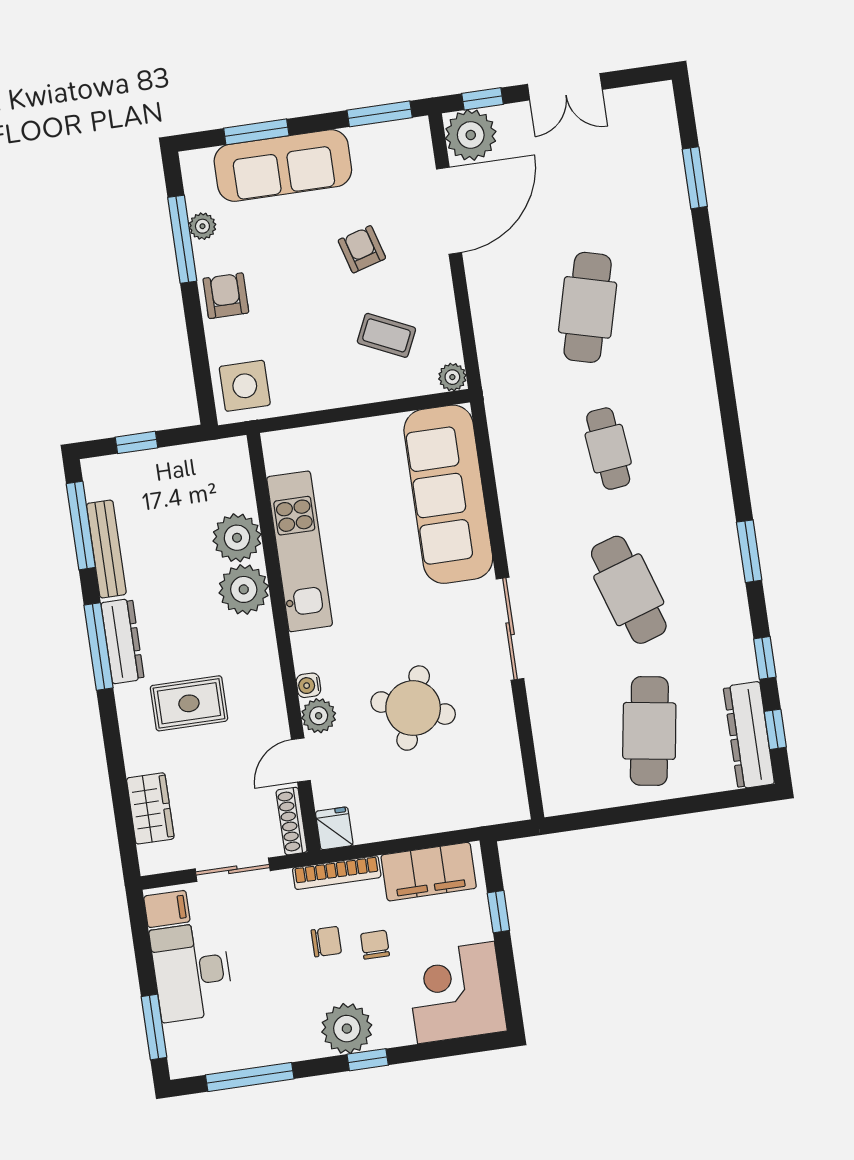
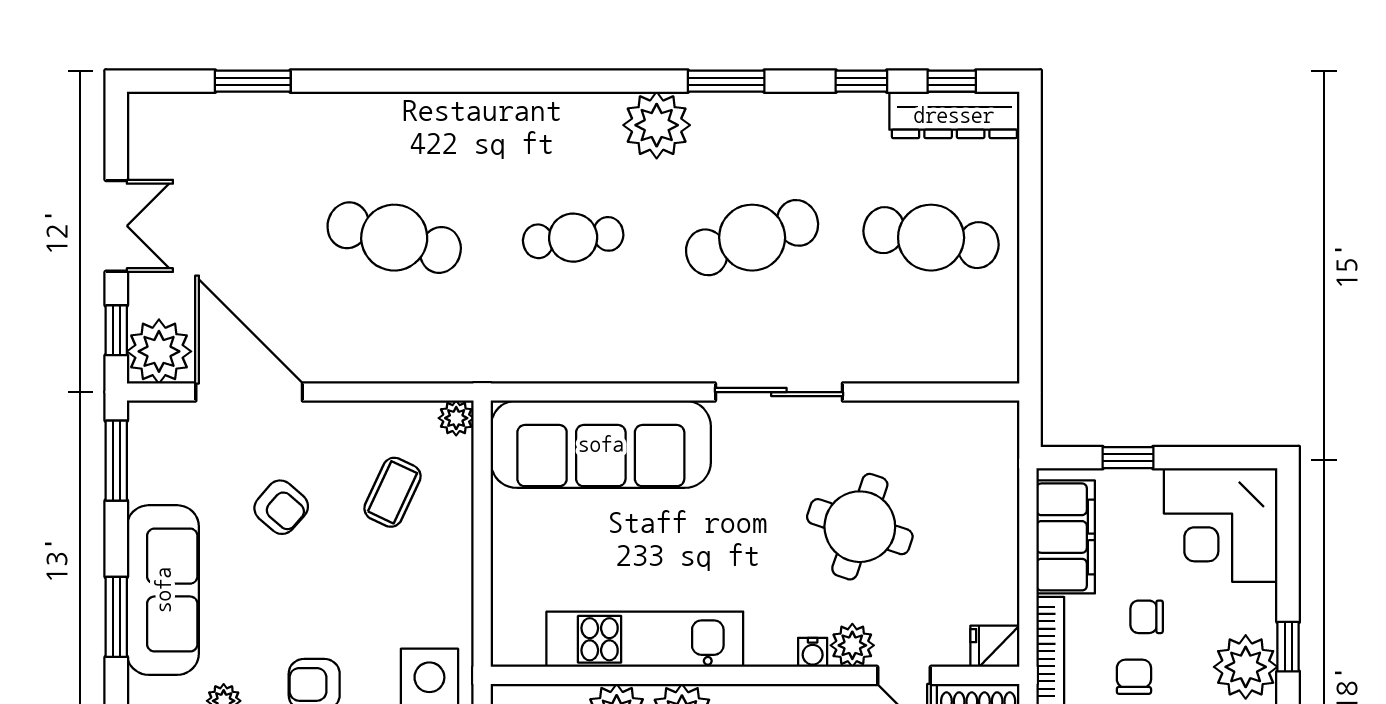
armchair: (362, 249) -> (281, 507), turned -123
plant: (707, 502) -> (657, 125), added

